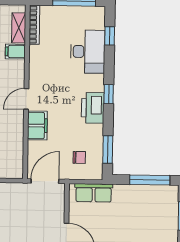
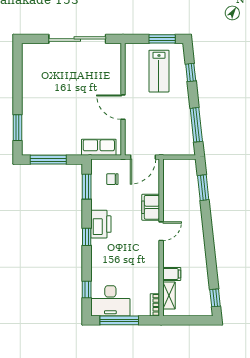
bookcase: (34, 25) -> (155, 305), width x0.64
desk: (88, 52) -> (110, 301), moved, turned -90

